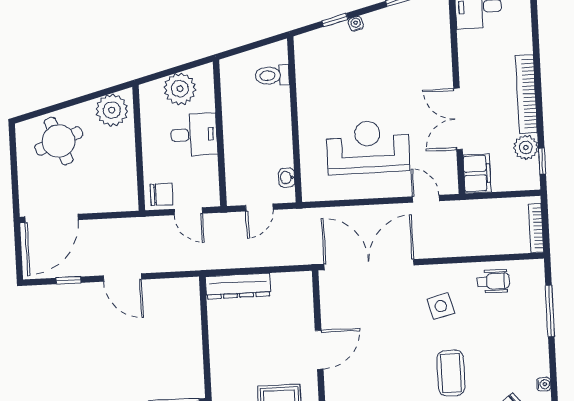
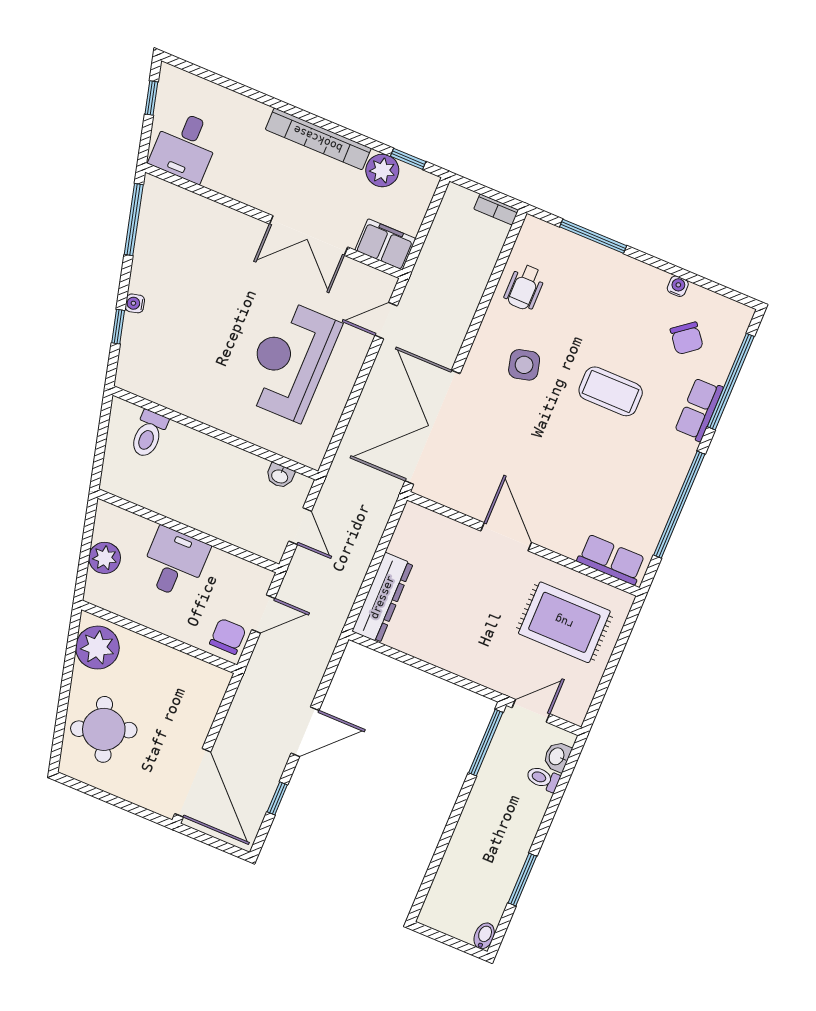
plant: (180, 89) -> (105, 558), width x0.73, depth x0.73
bookcase: (536, 228) -> (496, 209), width x0.64
wheelchair: (493, 281) -> (525, 287), turned 180

